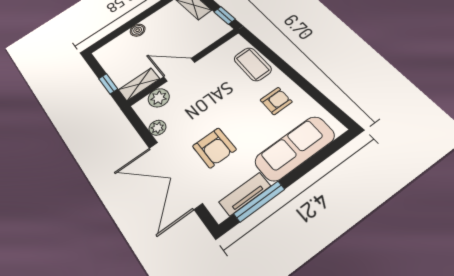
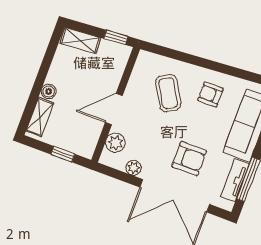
coffee table: (253, 64) -> (168, 93), moved, turned 60
shelving: (139, 84) -> (40, 117), moved
armchair: (276, 101) -> (210, 94), turned -90

